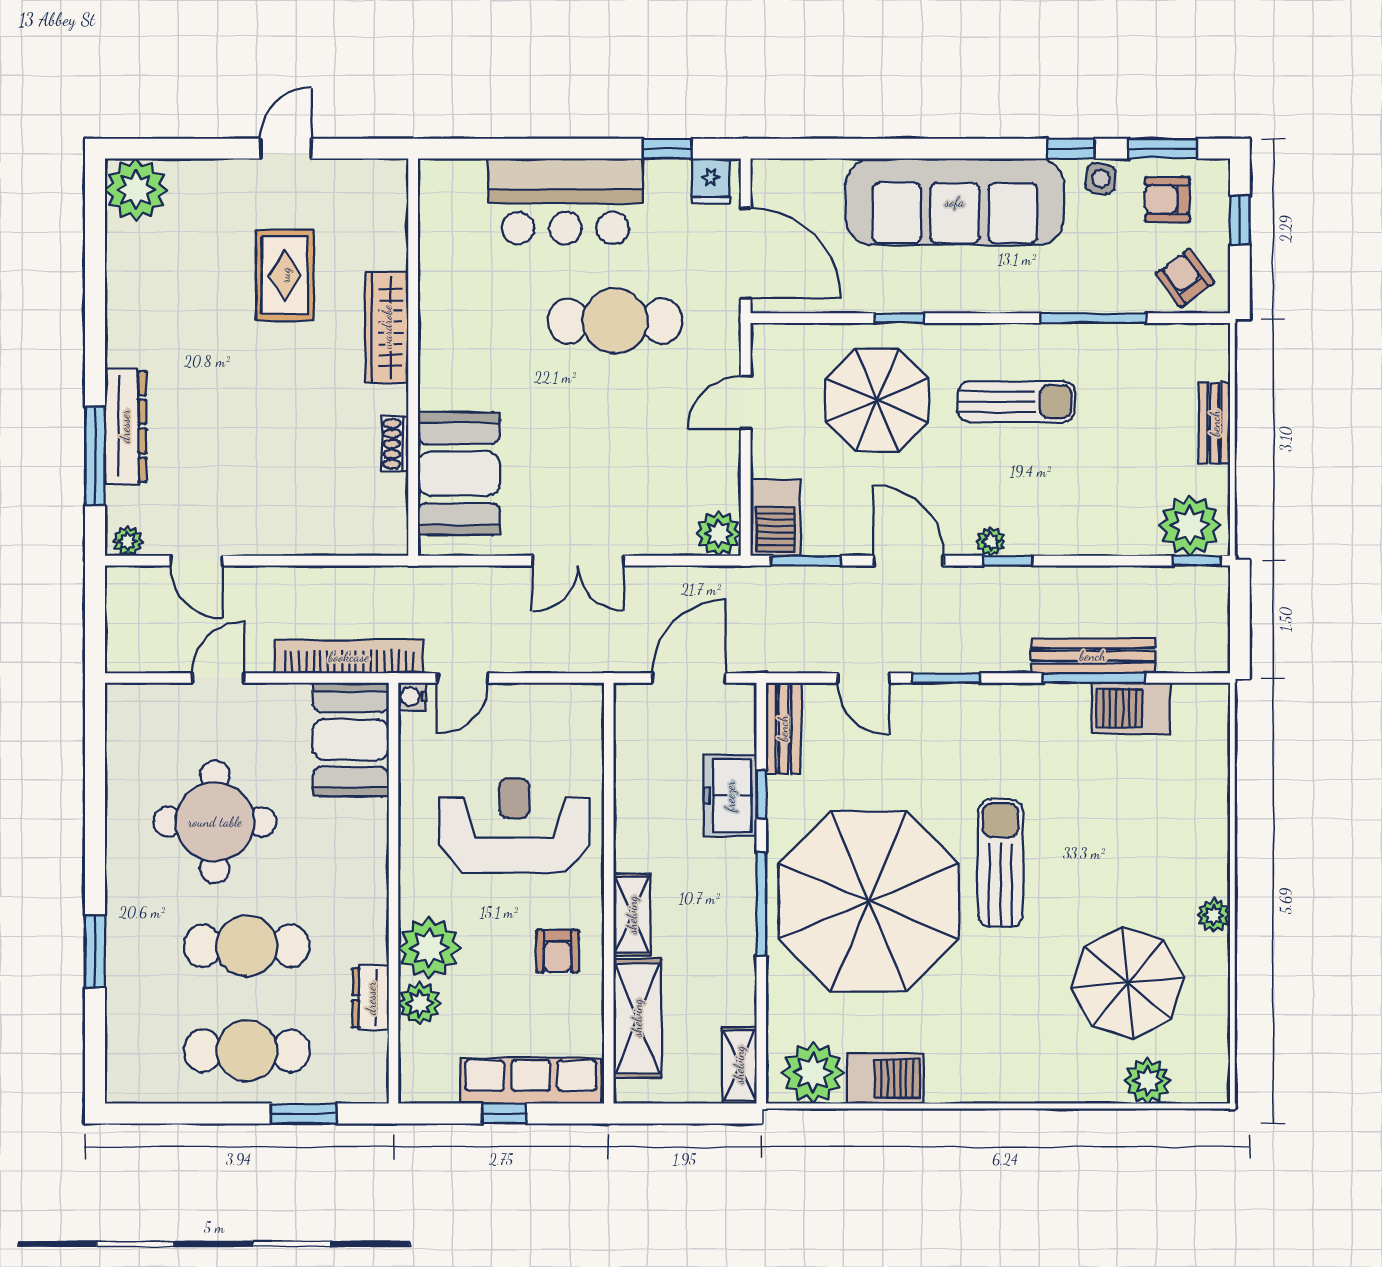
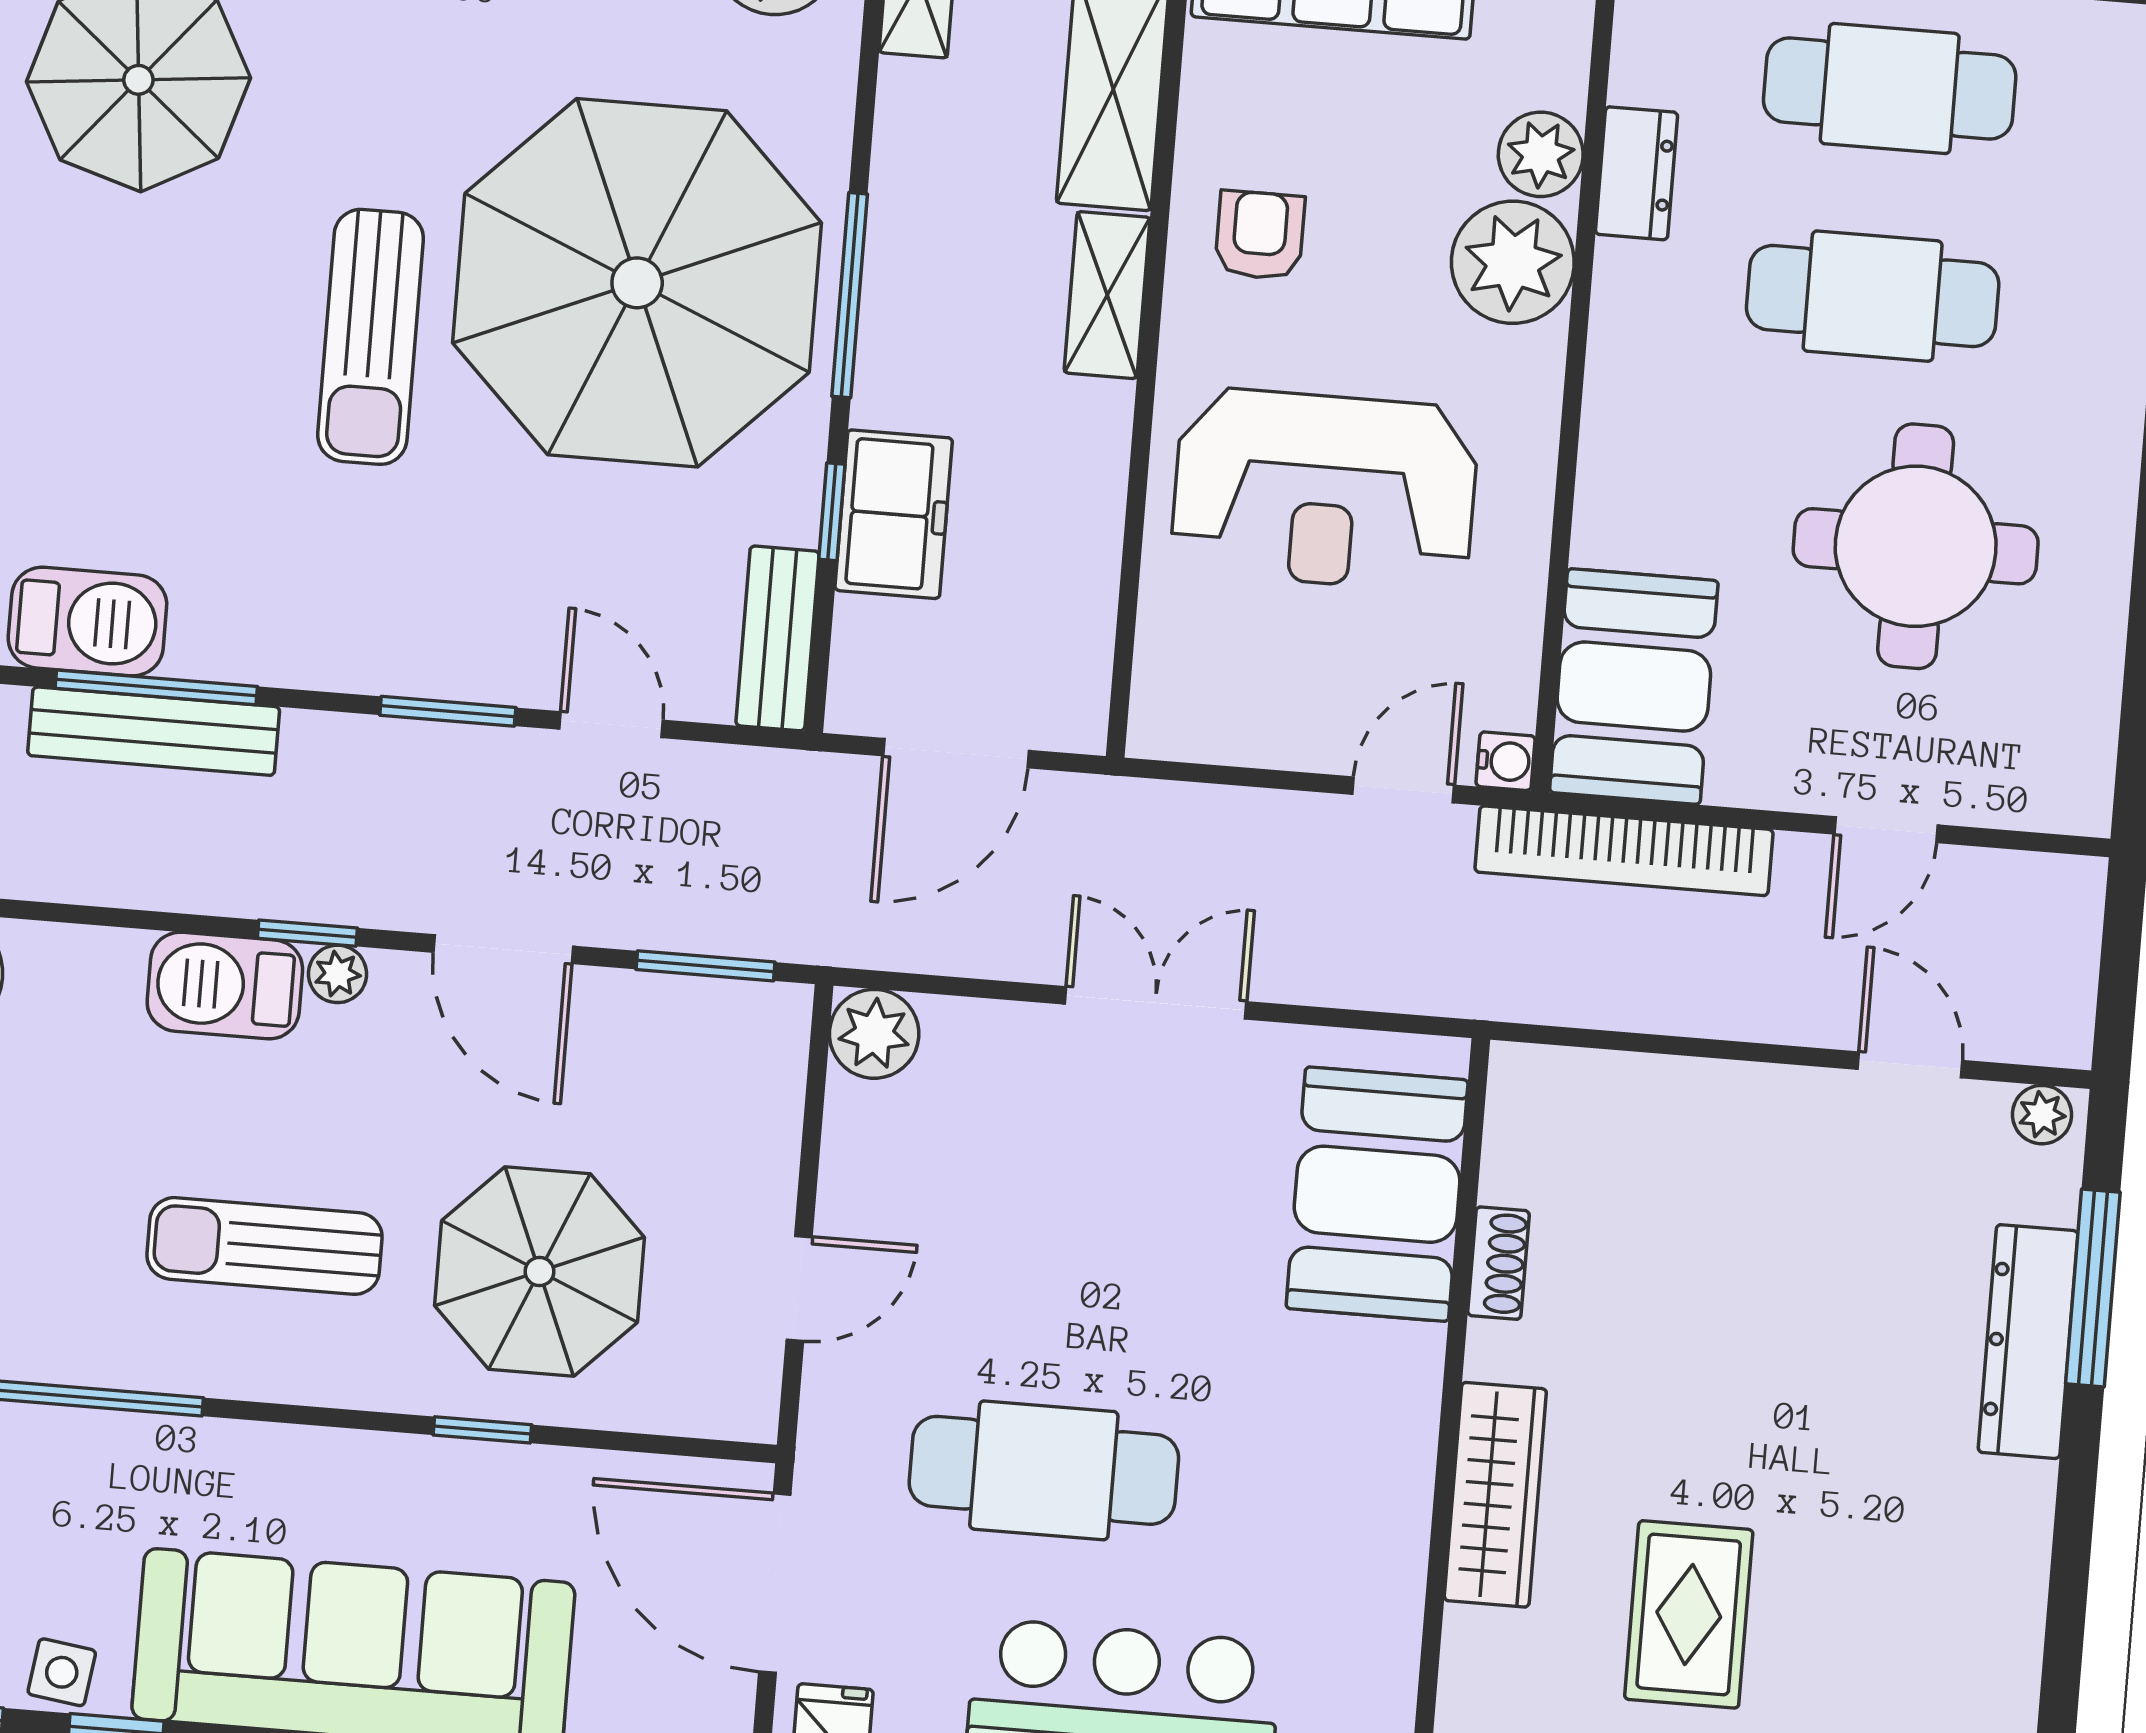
barbecue: (775, 518) -> (225, 986), moved, turned -90

